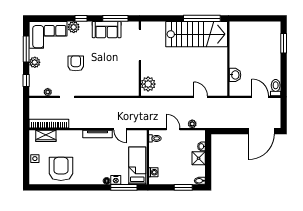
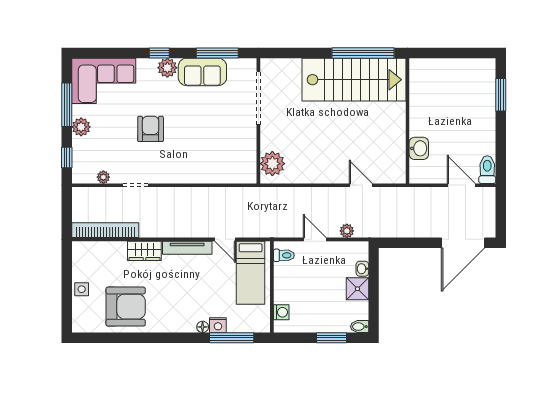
plant: (74, 27) -> (167, 68), moved
wardrobe: (46, 136) -> (144, 251), moved
bed: (137, 166) -> (251, 273), moved, turned 180
armchair: (61, 169) -> (126, 307), turned 90

